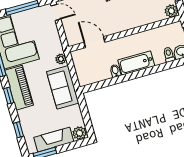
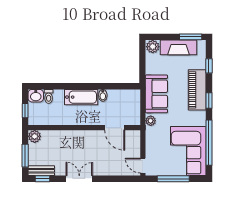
piano: (19, 88) -> (197, 90), moved

